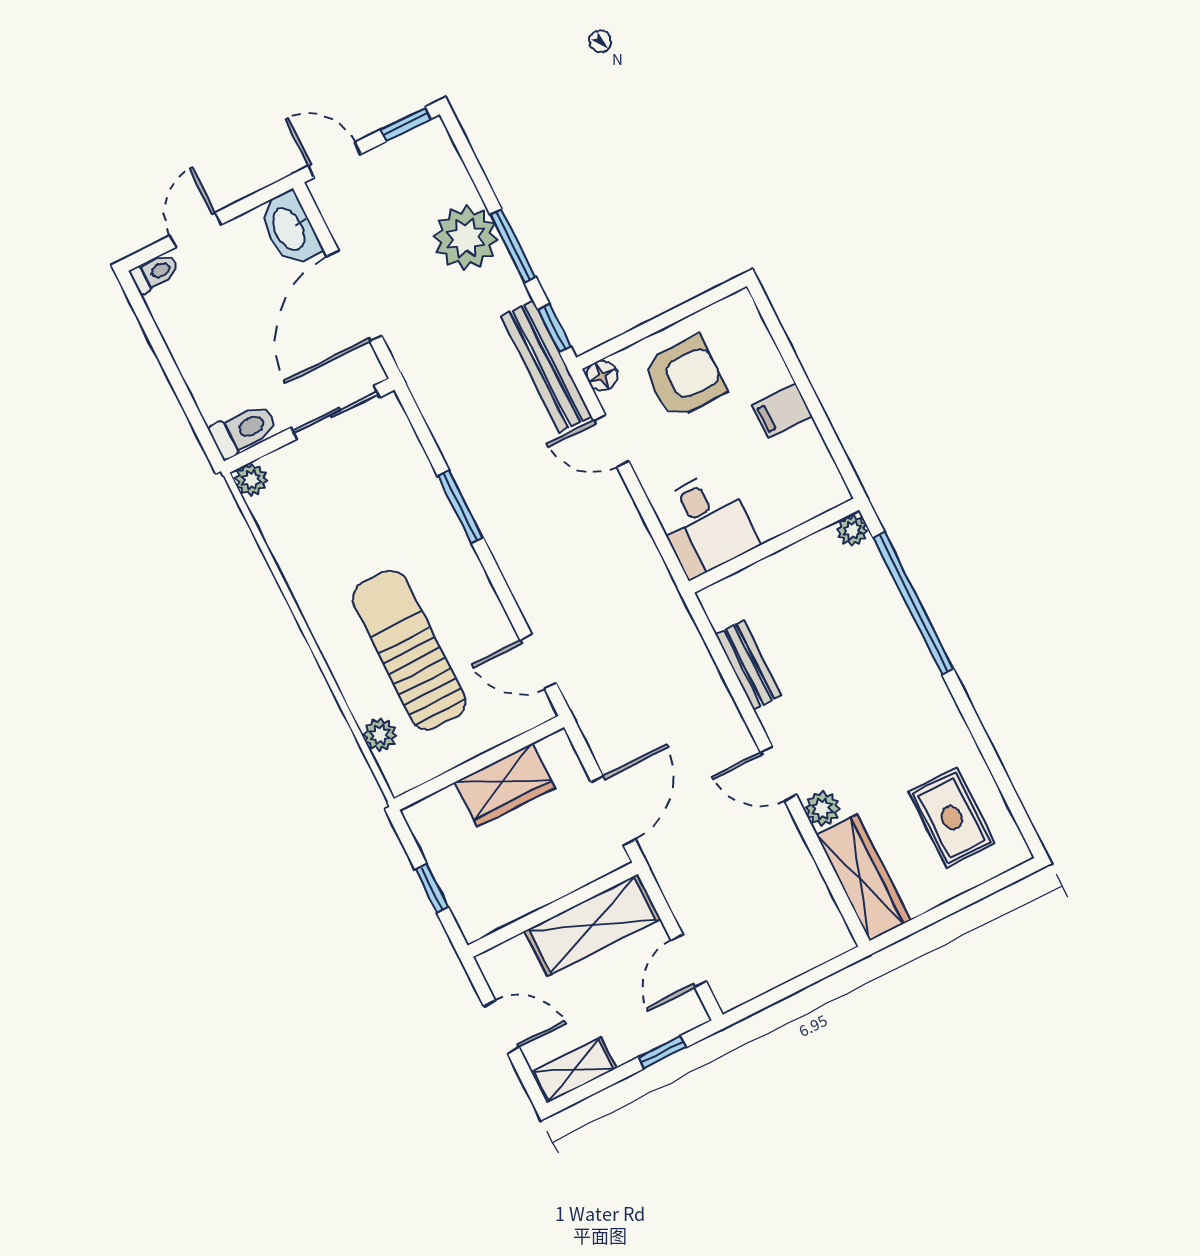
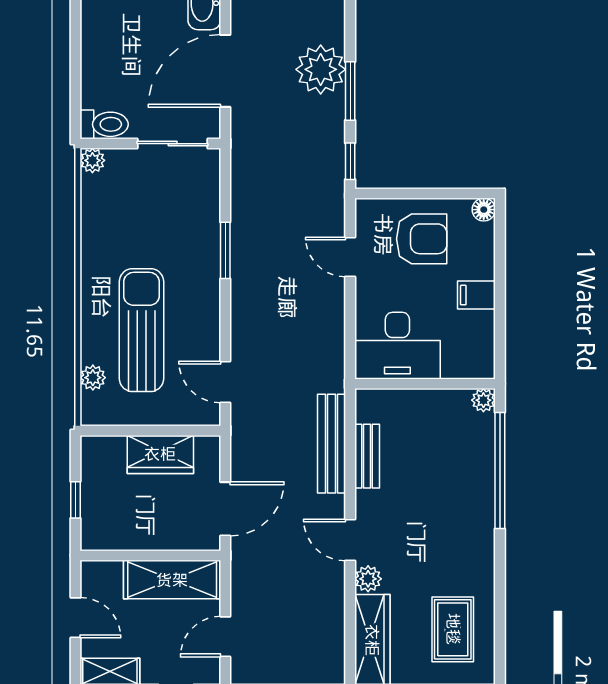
bench: (546, 366) -> (332, 444), moved
floor lamp: (602, 376) -> (484, 210), moved
desk: (705, 524) -> (397, 346), width x1.37

